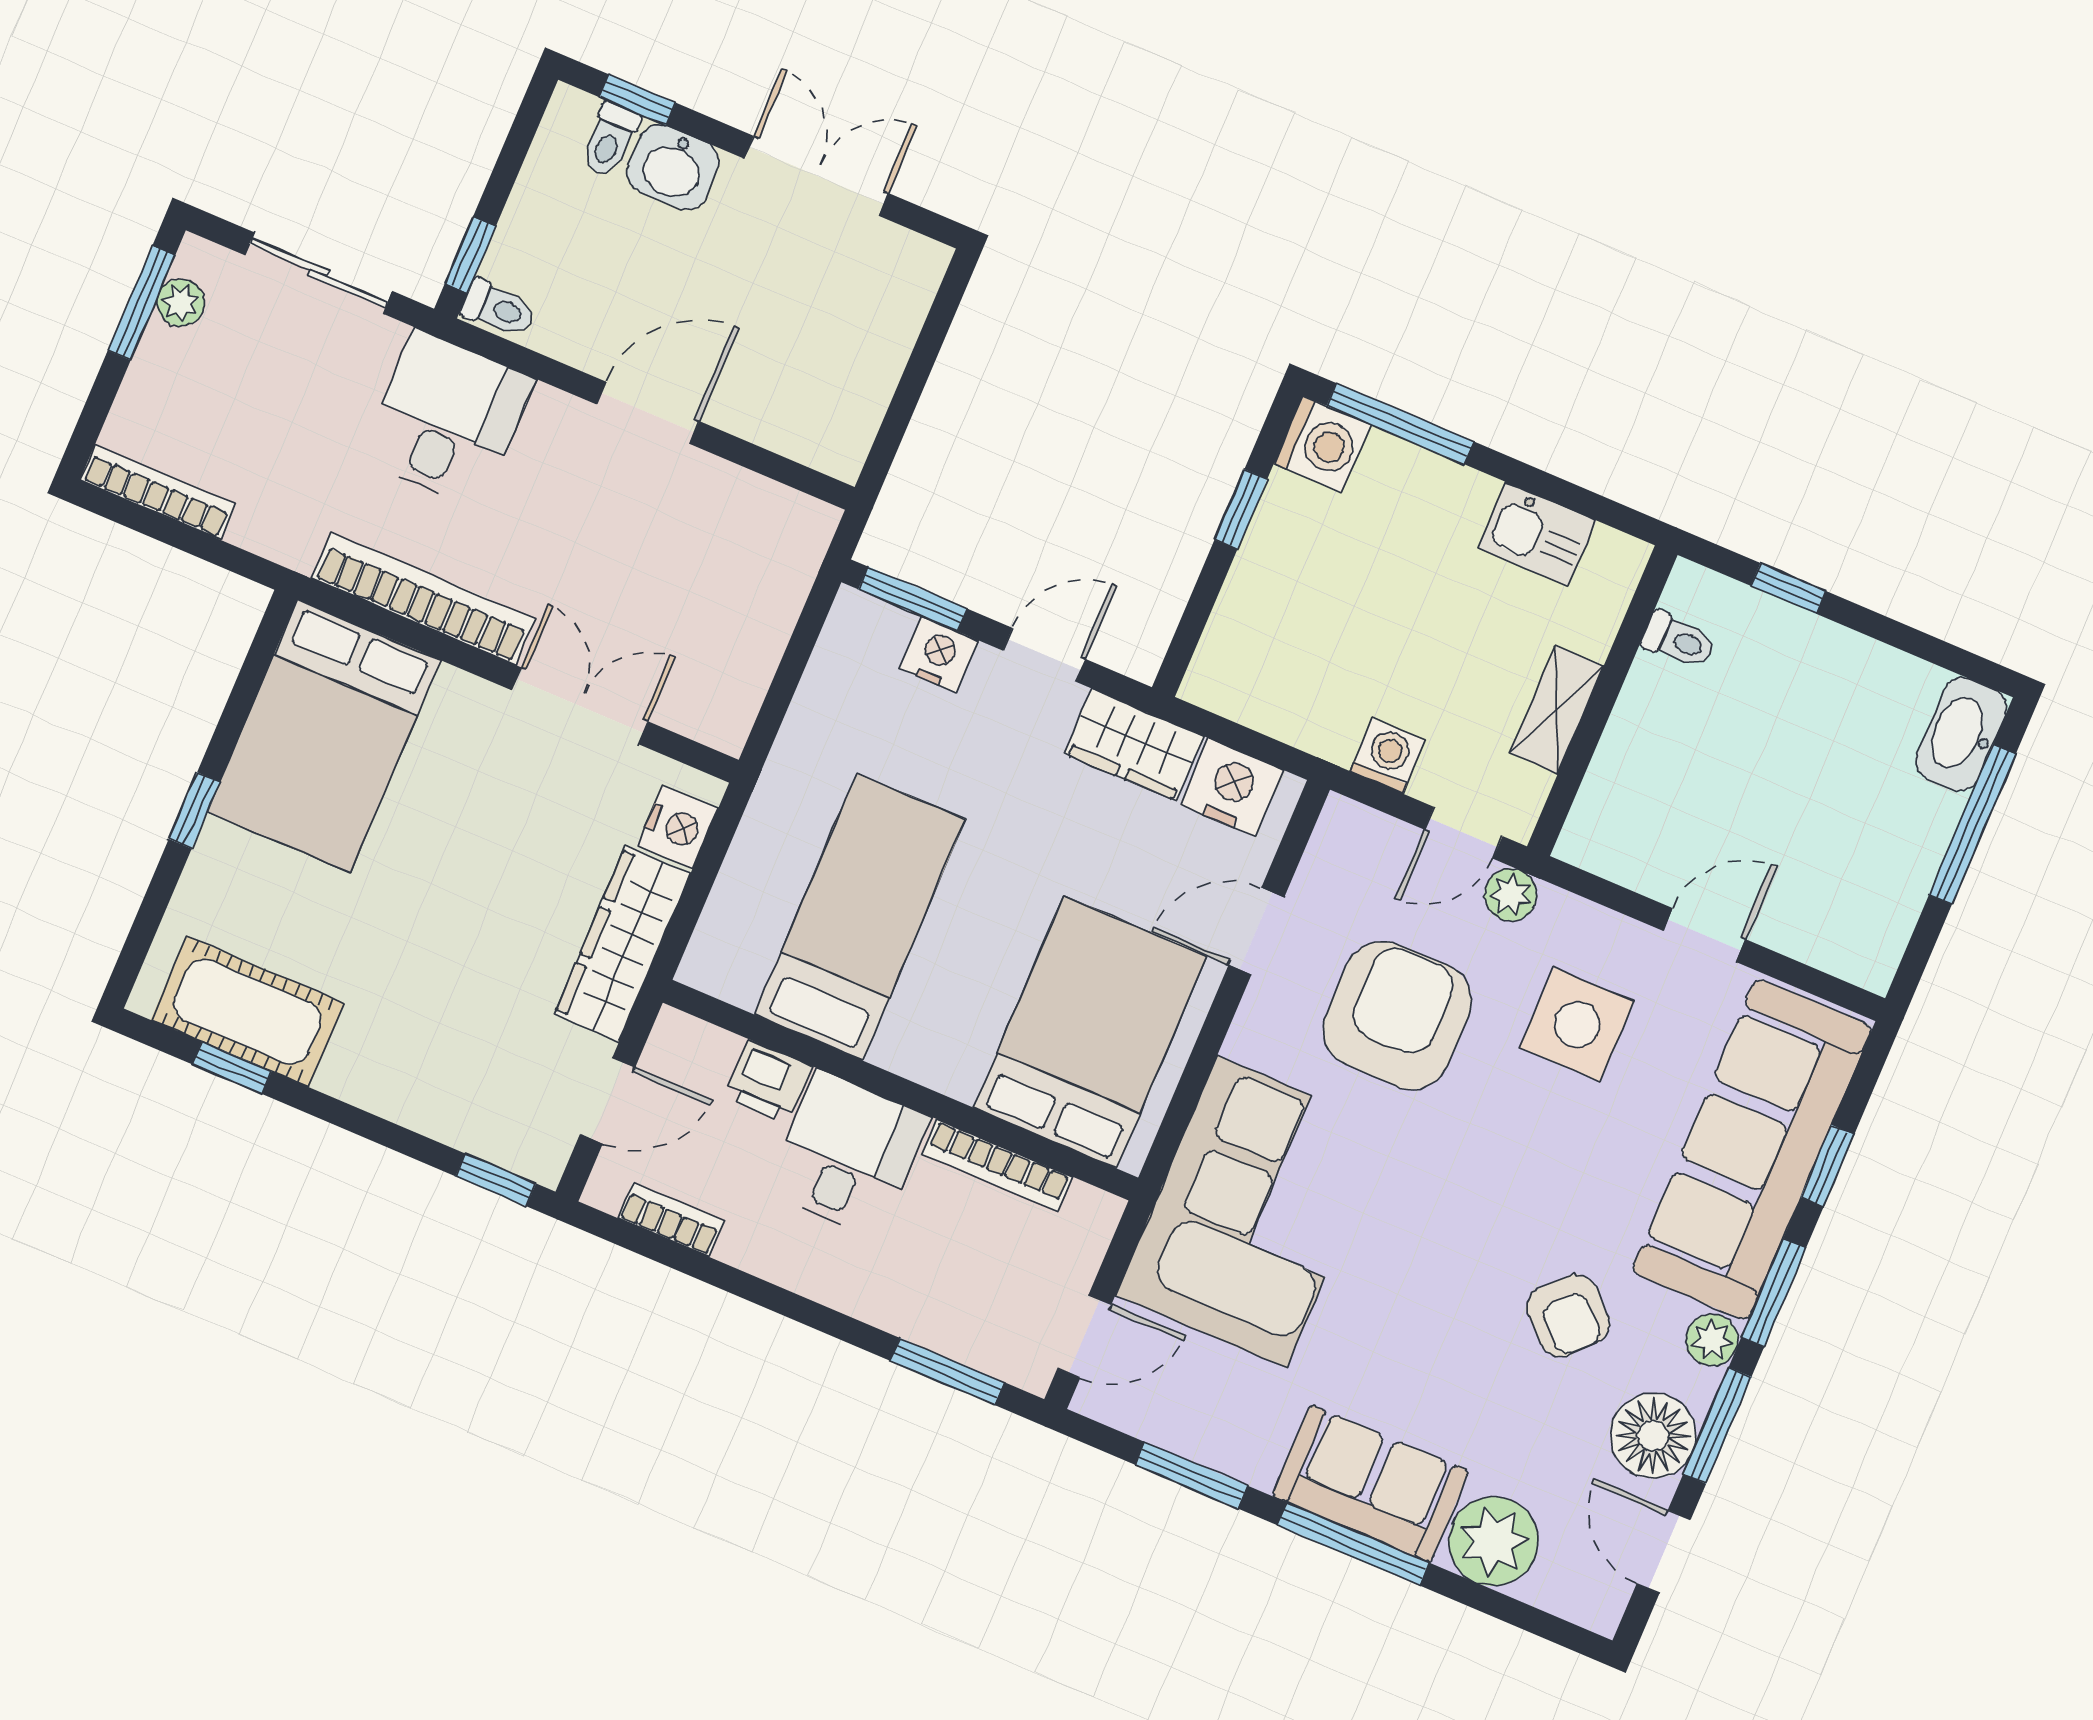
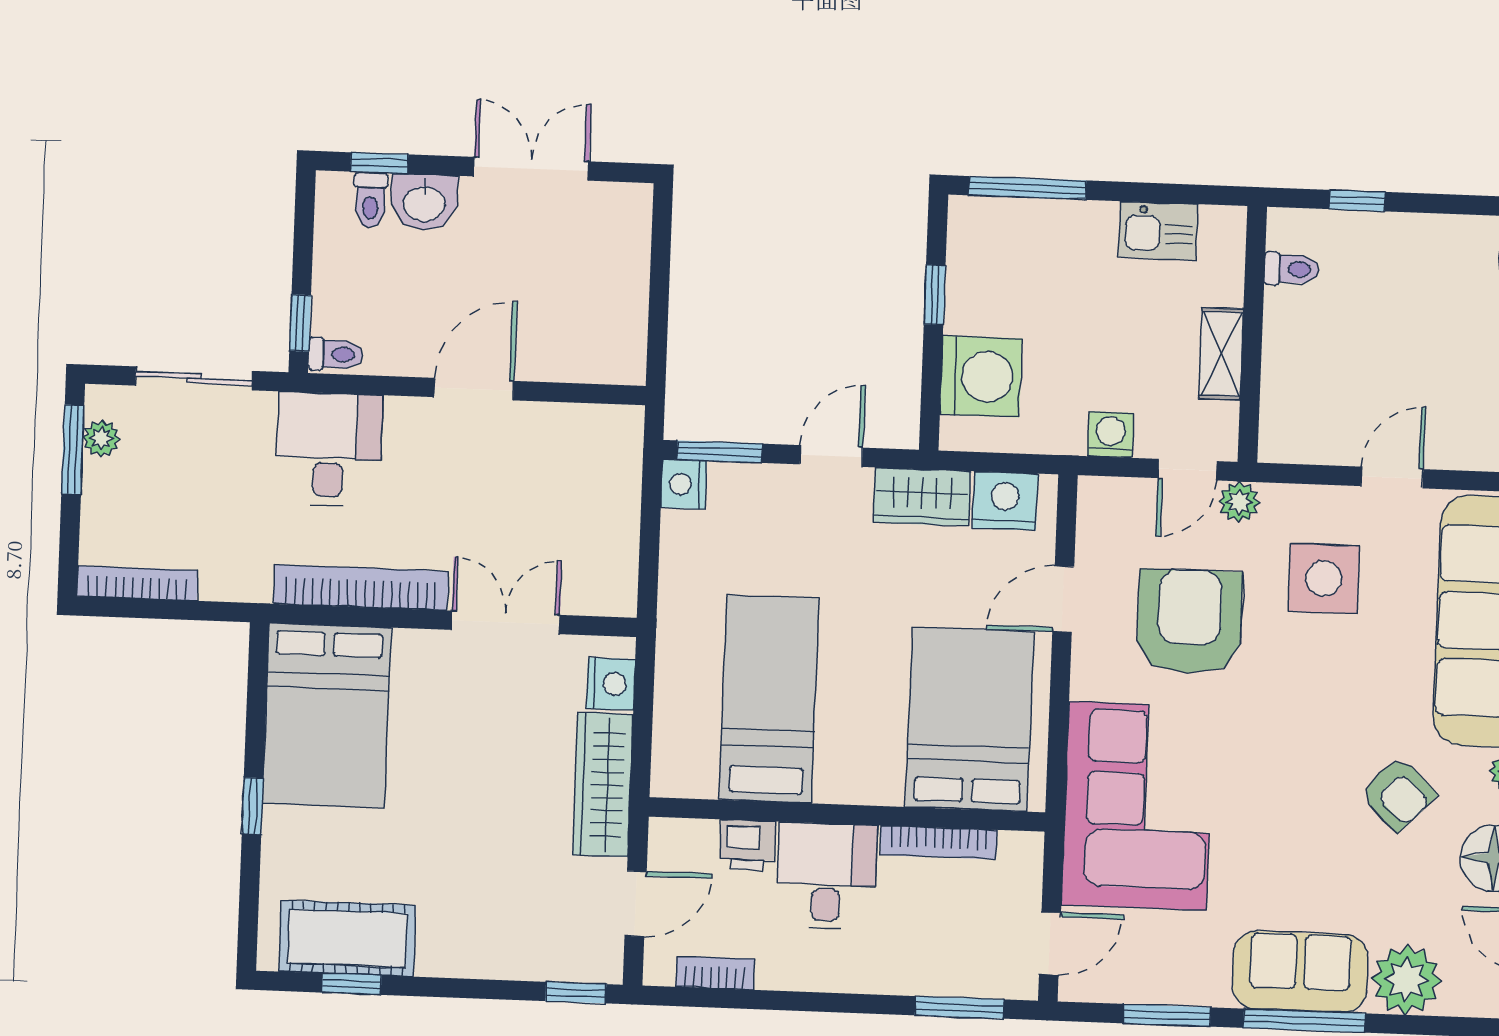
washing machine: (1322, 444) -> (981, 376), moved, width x1.37, depth x1.37
nightstand: (939, 654) -> (684, 484), moved, turned -90

